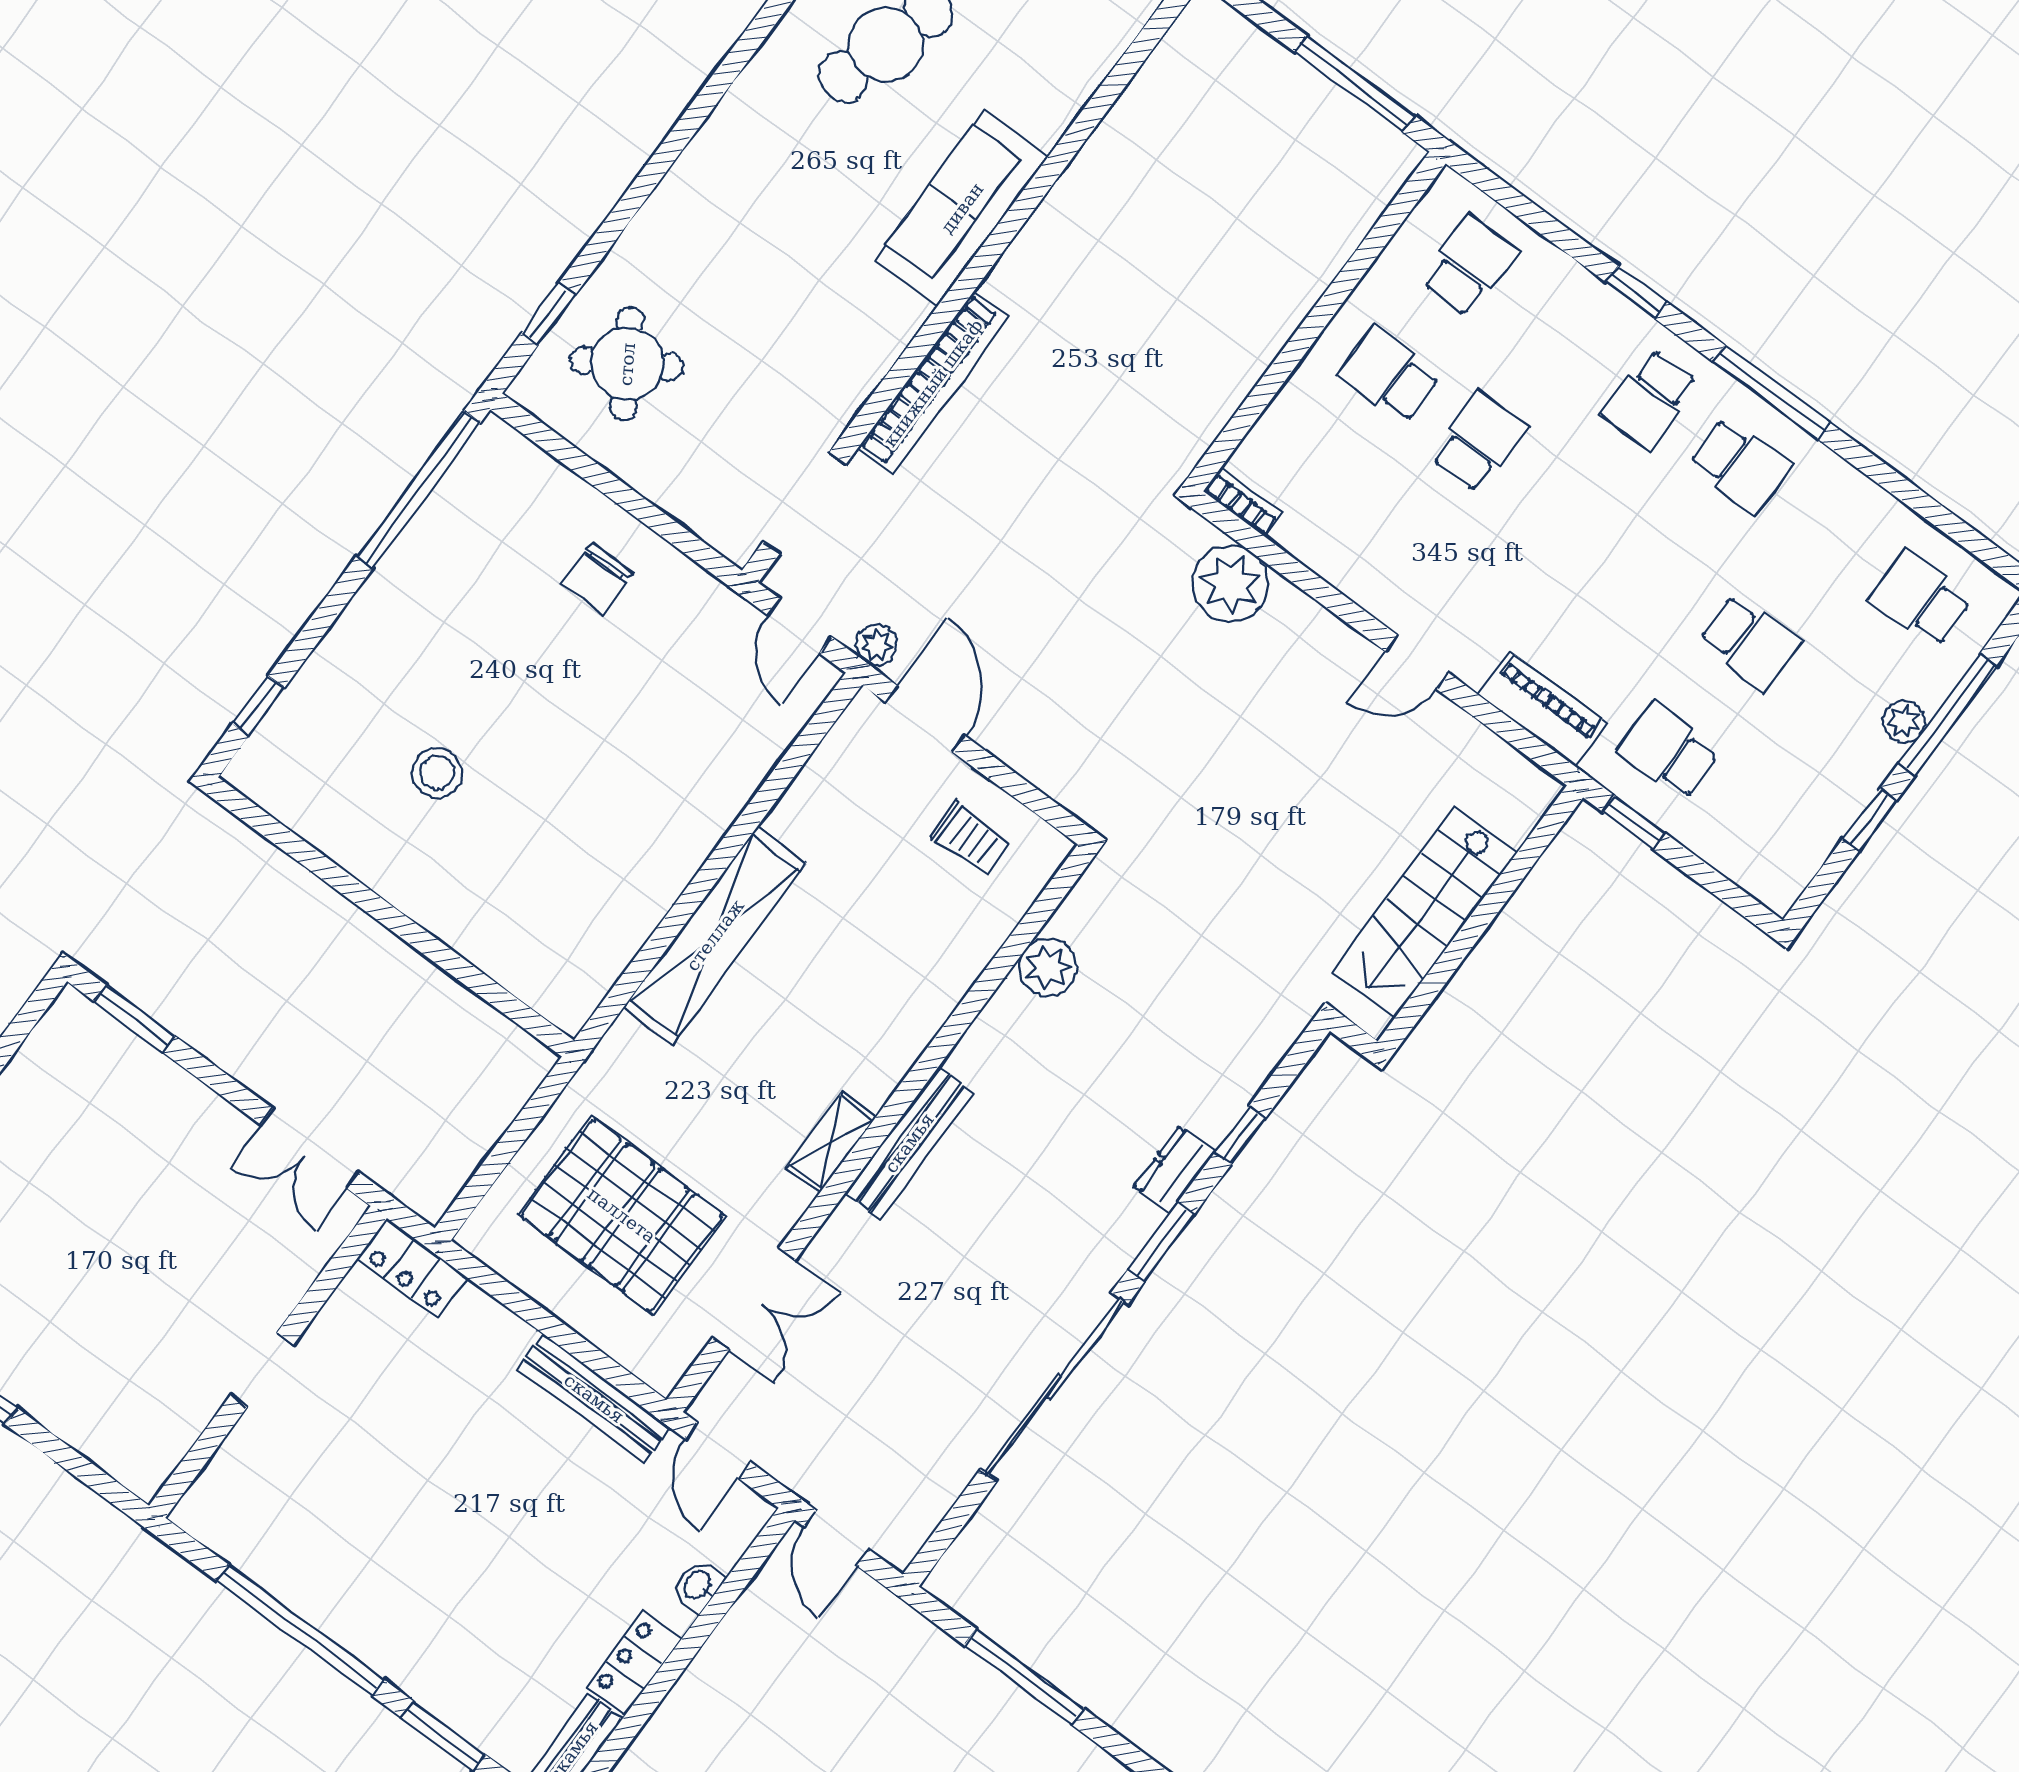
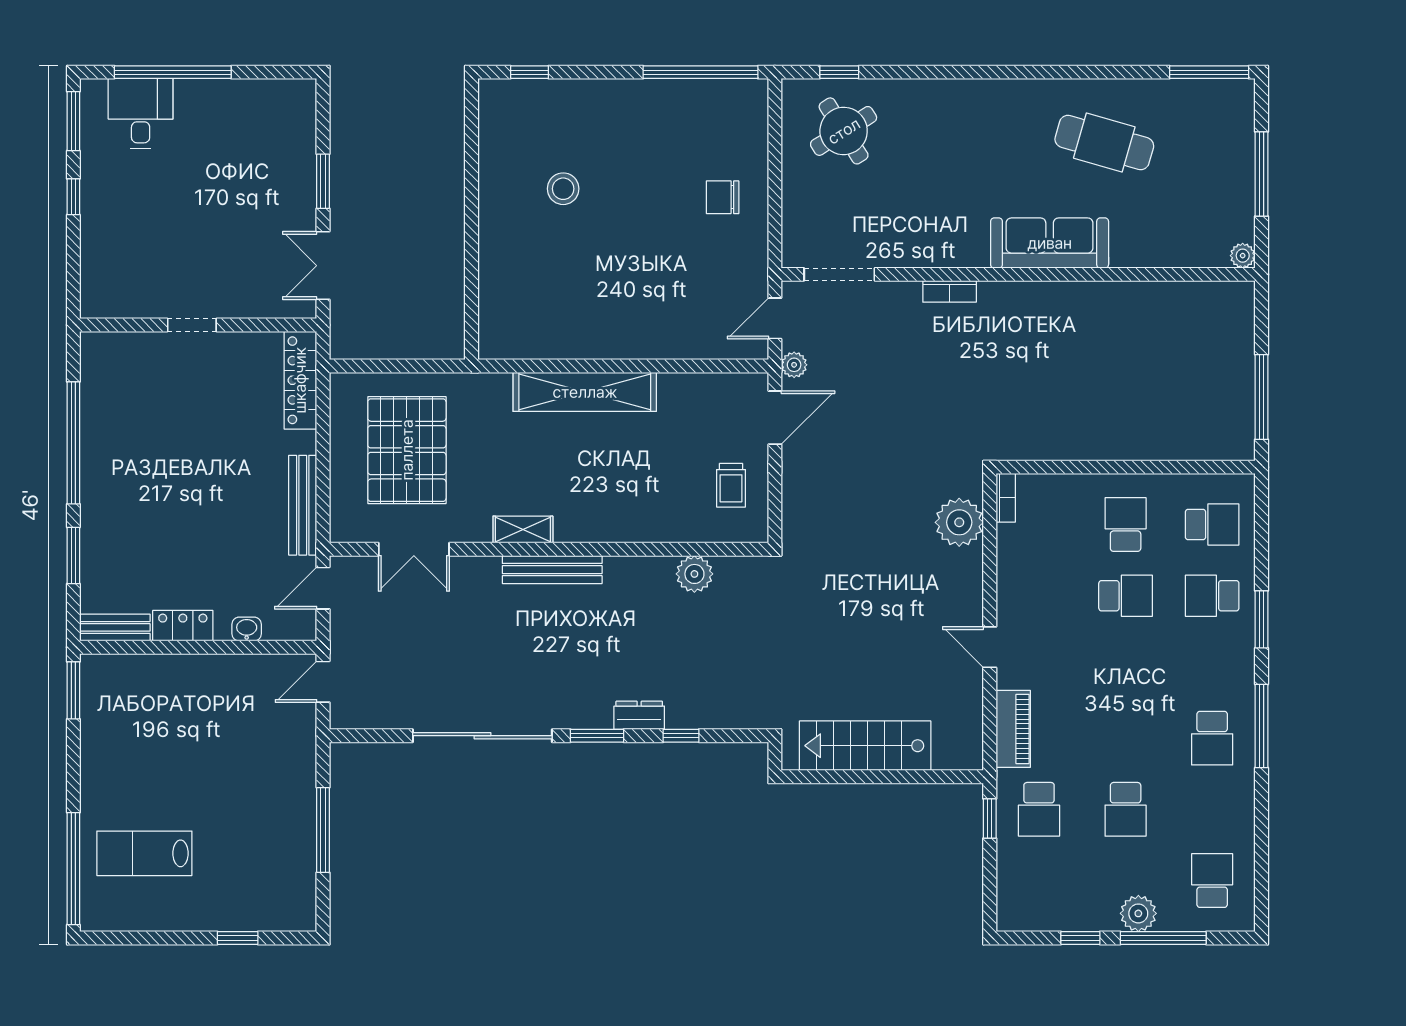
window: (1636, 292) -> (1261, 619), width x1.50
bookcase: (933, 383) -> (950, 291), width x0.43, depth x0.76
school desk: (1650, 399) -> (1212, 596), moved
plant: (1904, 722) -> (1138, 913), width x1.38, depth x1.38
school desk: (1668, 751) -> (1039, 809), turned 180
window: (135, 1019) -> (323, 181), moved
locker: (412, 1268) -> (300, 380), width x1.53

